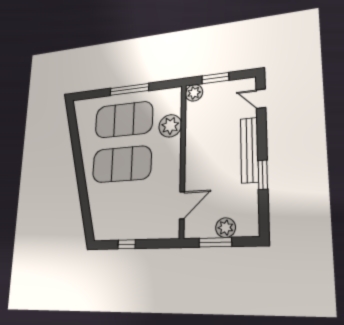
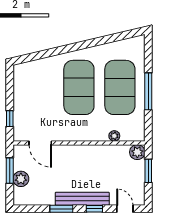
door: (261, 99) -> (125, 209), hinge flipped
plant: (170, 126) -> (114, 136), width x0.53, depth x0.53
window: (262, 134) -> (94, 209), added
window: (127, 244) -> (10, 119), moved

